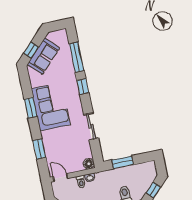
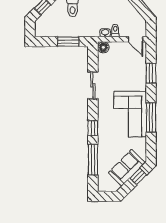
window: (31, 108) -> (151, 118), width x1.44

